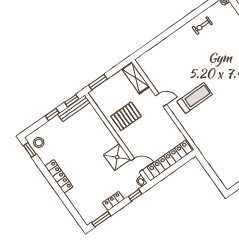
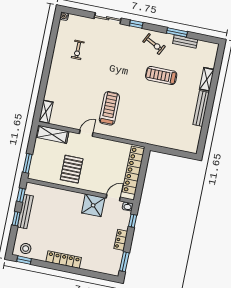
exercise bike: (202, 26) -> (78, 50), moved
shelving: (146, 57) -> (46, 112), added
bench: (74, 108) -> (25, 212), moved

